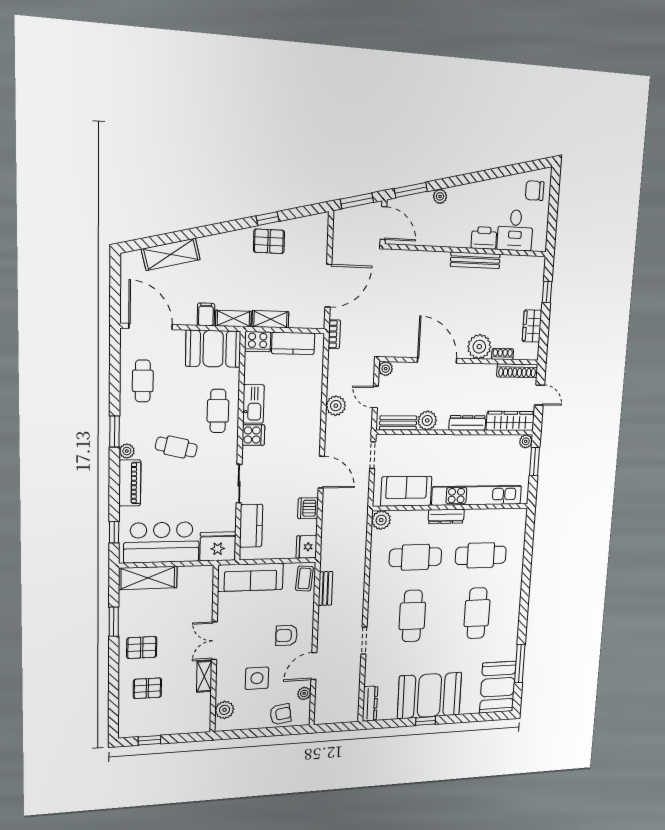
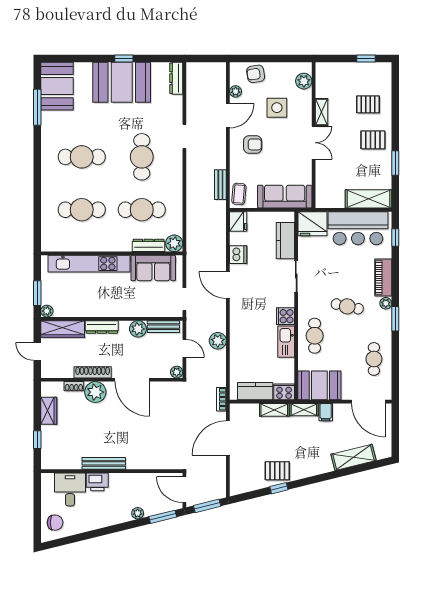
shoe rack: (517, 371) -> (93, 372), moved
dresser: (446, 516) -> (149, 245), moved
cafe table: (477, 613) -> (82, 157), turned 90

